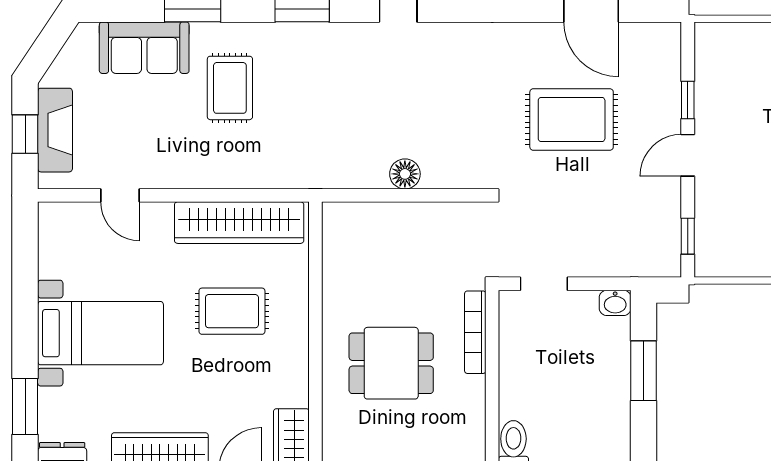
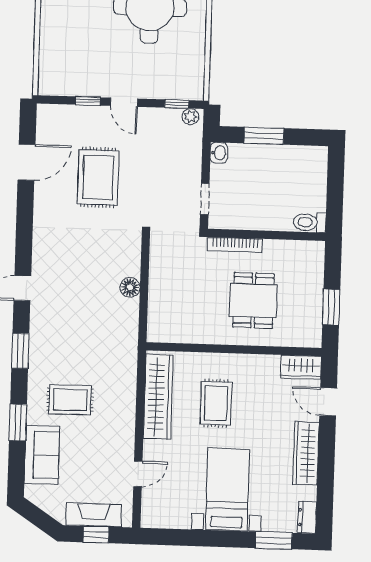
plant: (669, 257) -> (190, 117), added

